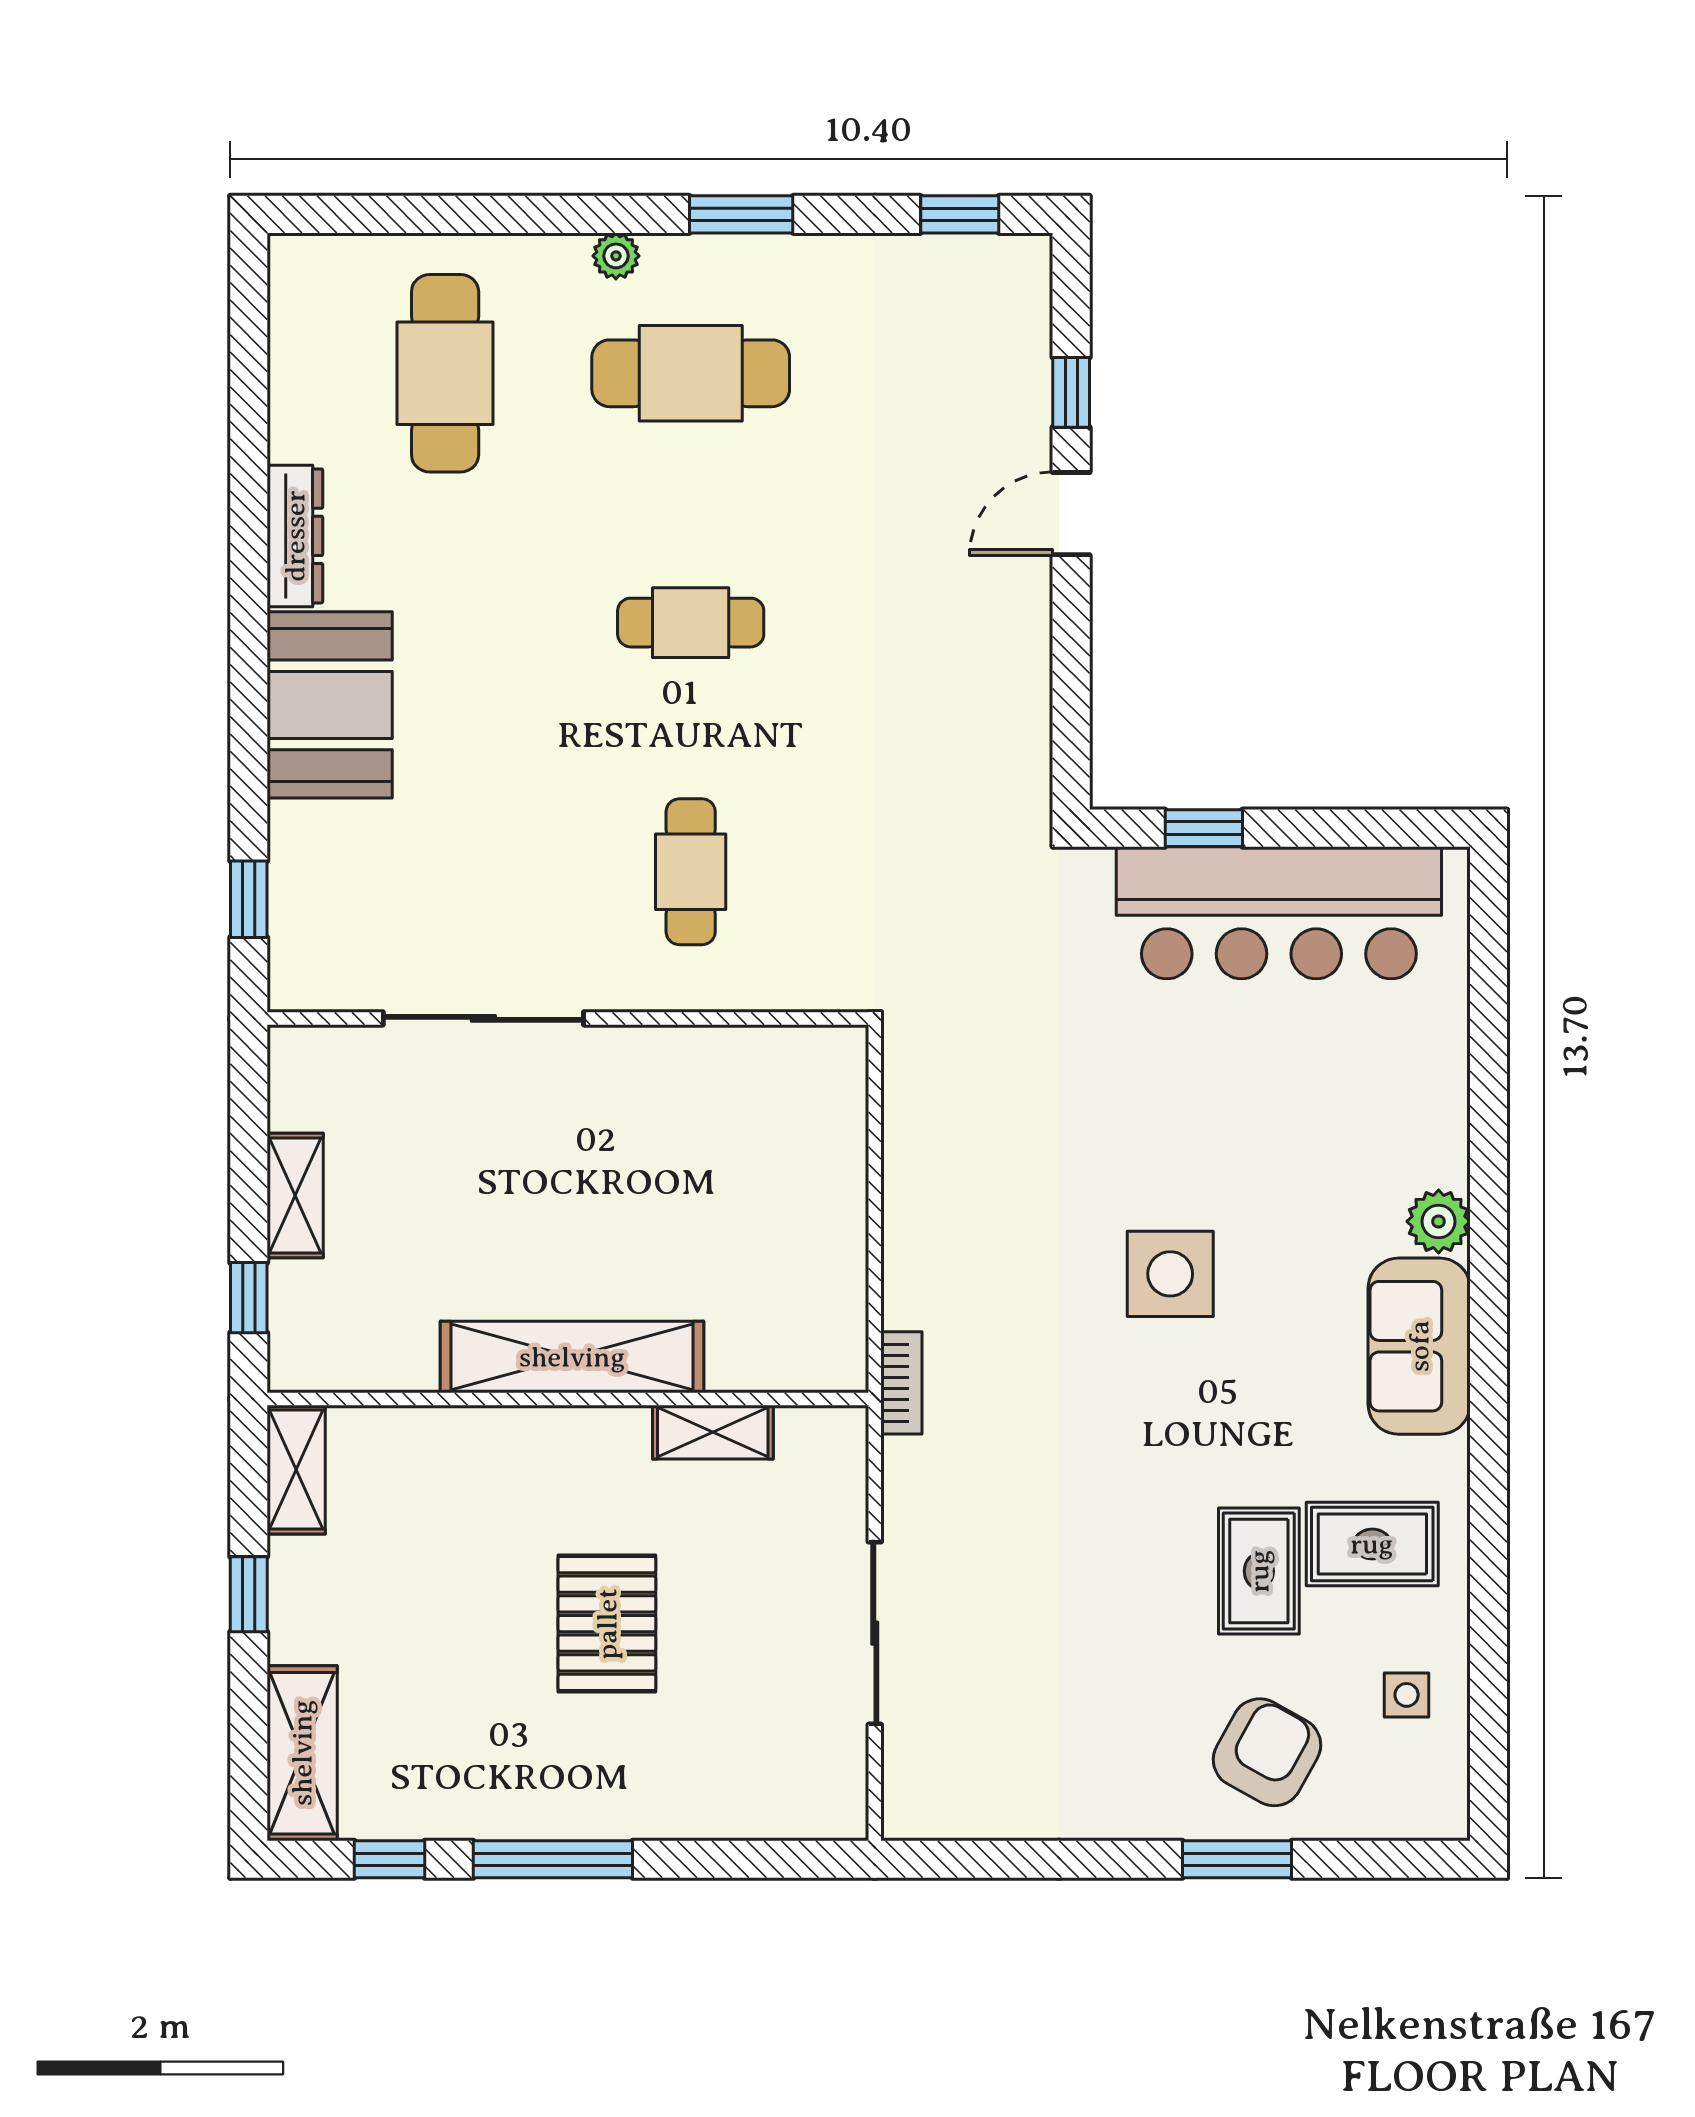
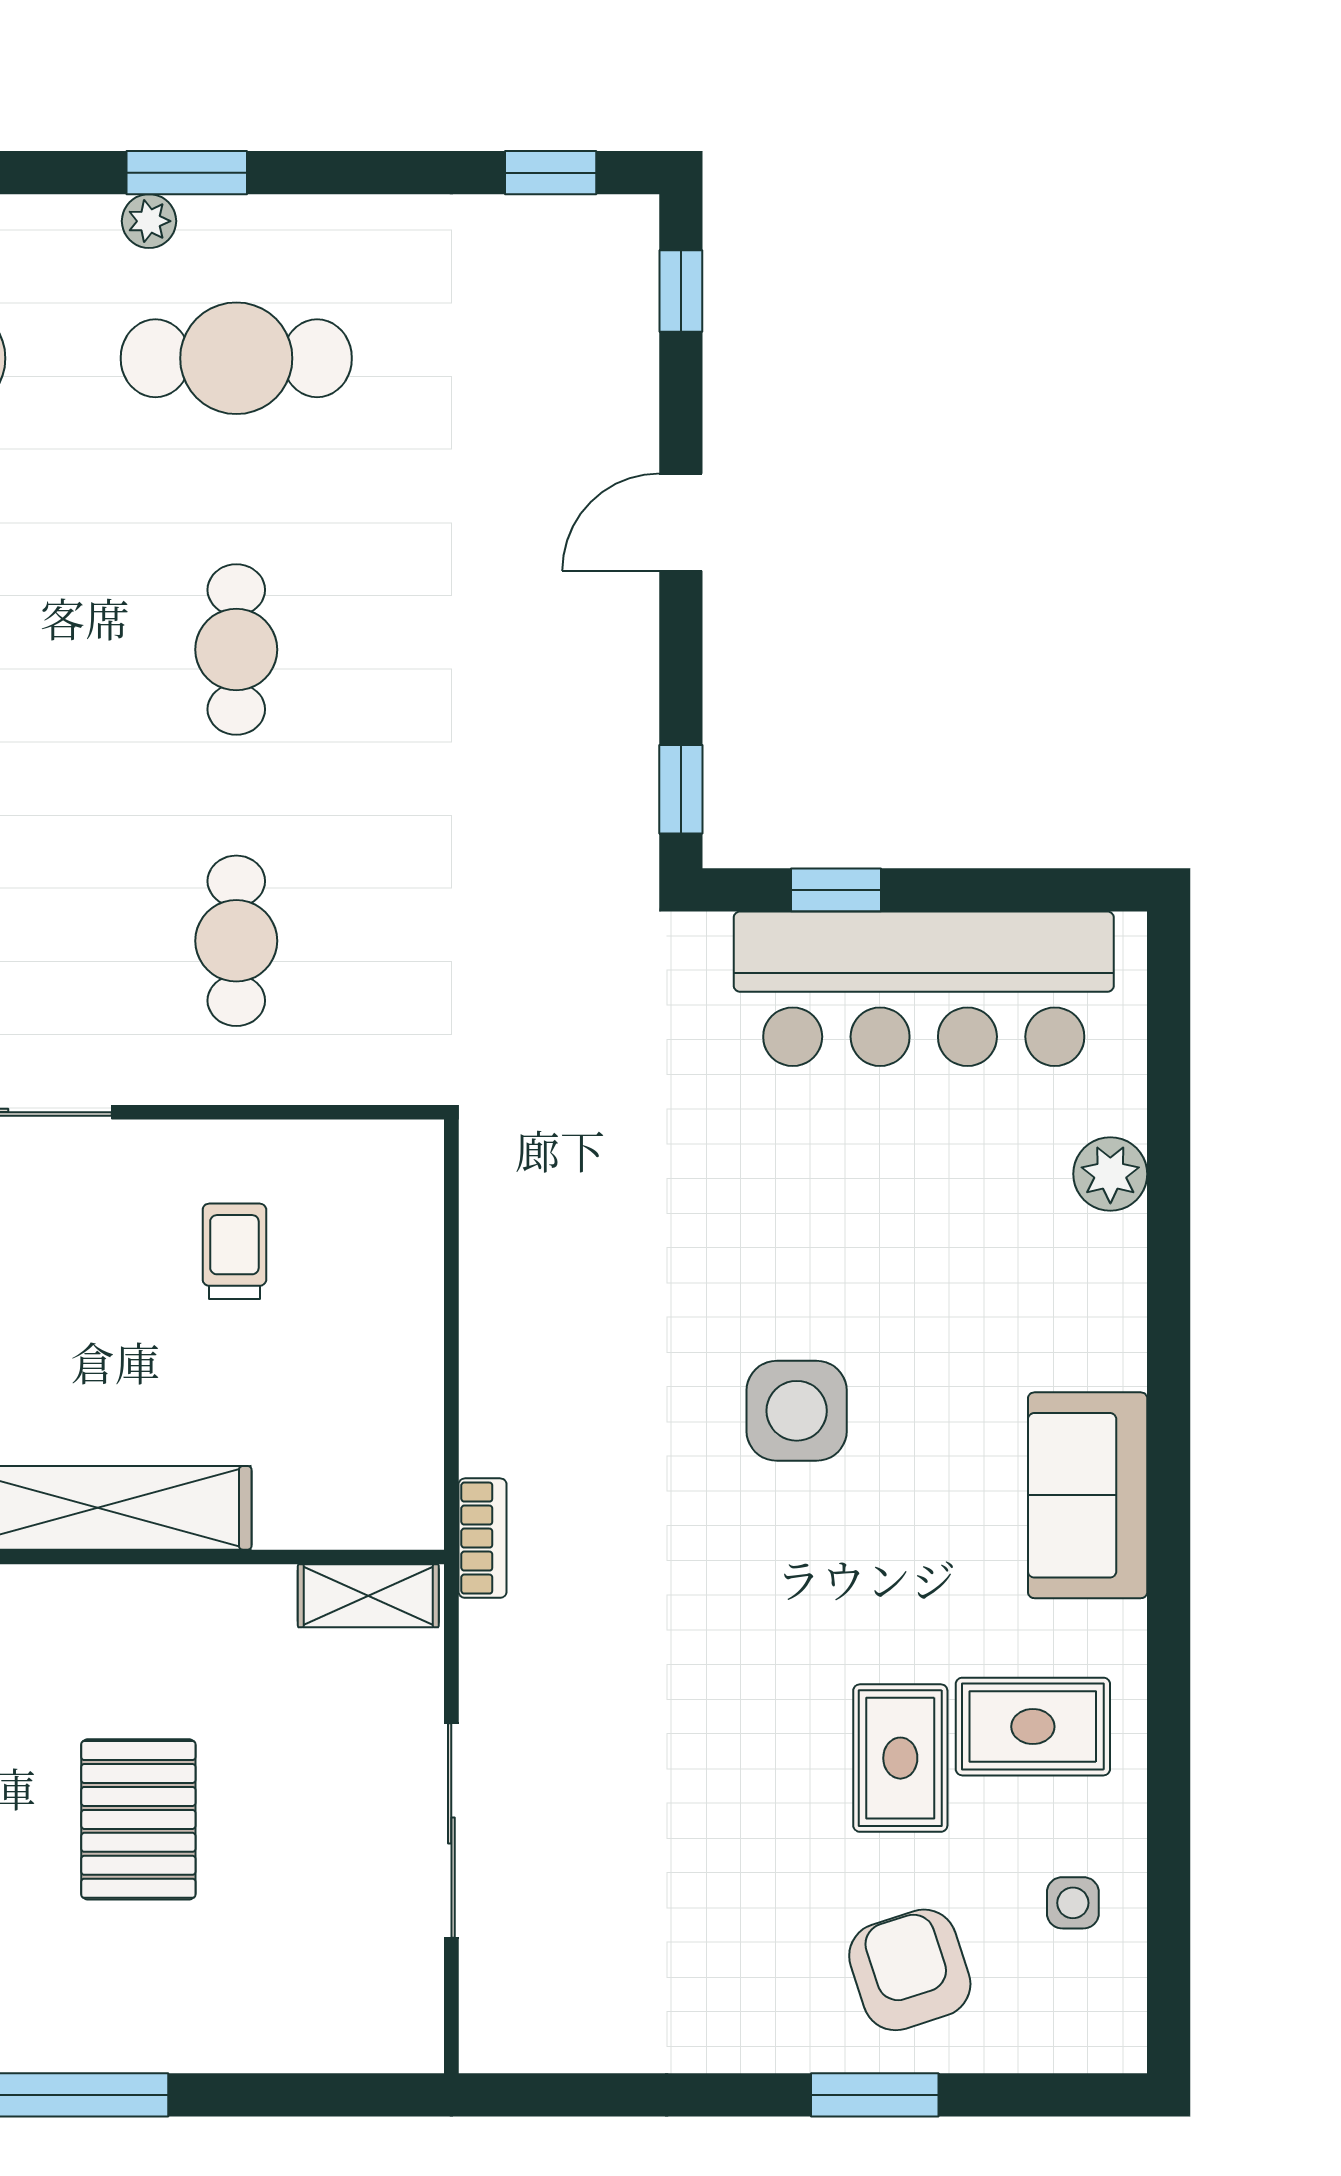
window: (741, 214) -> (187, 173), moved
window: (1071, 392) -> (681, 291), moved
cafe table: (691, 623) -> (236, 650), turned 90
window: (1071, 742) -> (681, 789), added
trolley: (689, 1137) -> (234, 1251), added
plant: (1439, 1221) -> (1110, 1174), moved
shelving: (713, 1432) -> (368, 1596), moved
armchair: (1267, 1752) -> (910, 1970), turned -47

